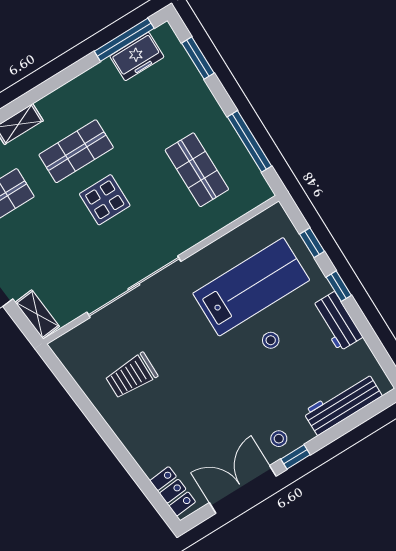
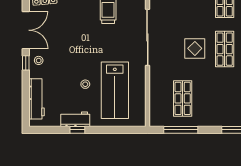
shop shelf: (197, 170) -> (183, 98), turned 90
window: (312, 243) -> (118, 130), removed
window: (339, 286) -> (77, 130), moved

